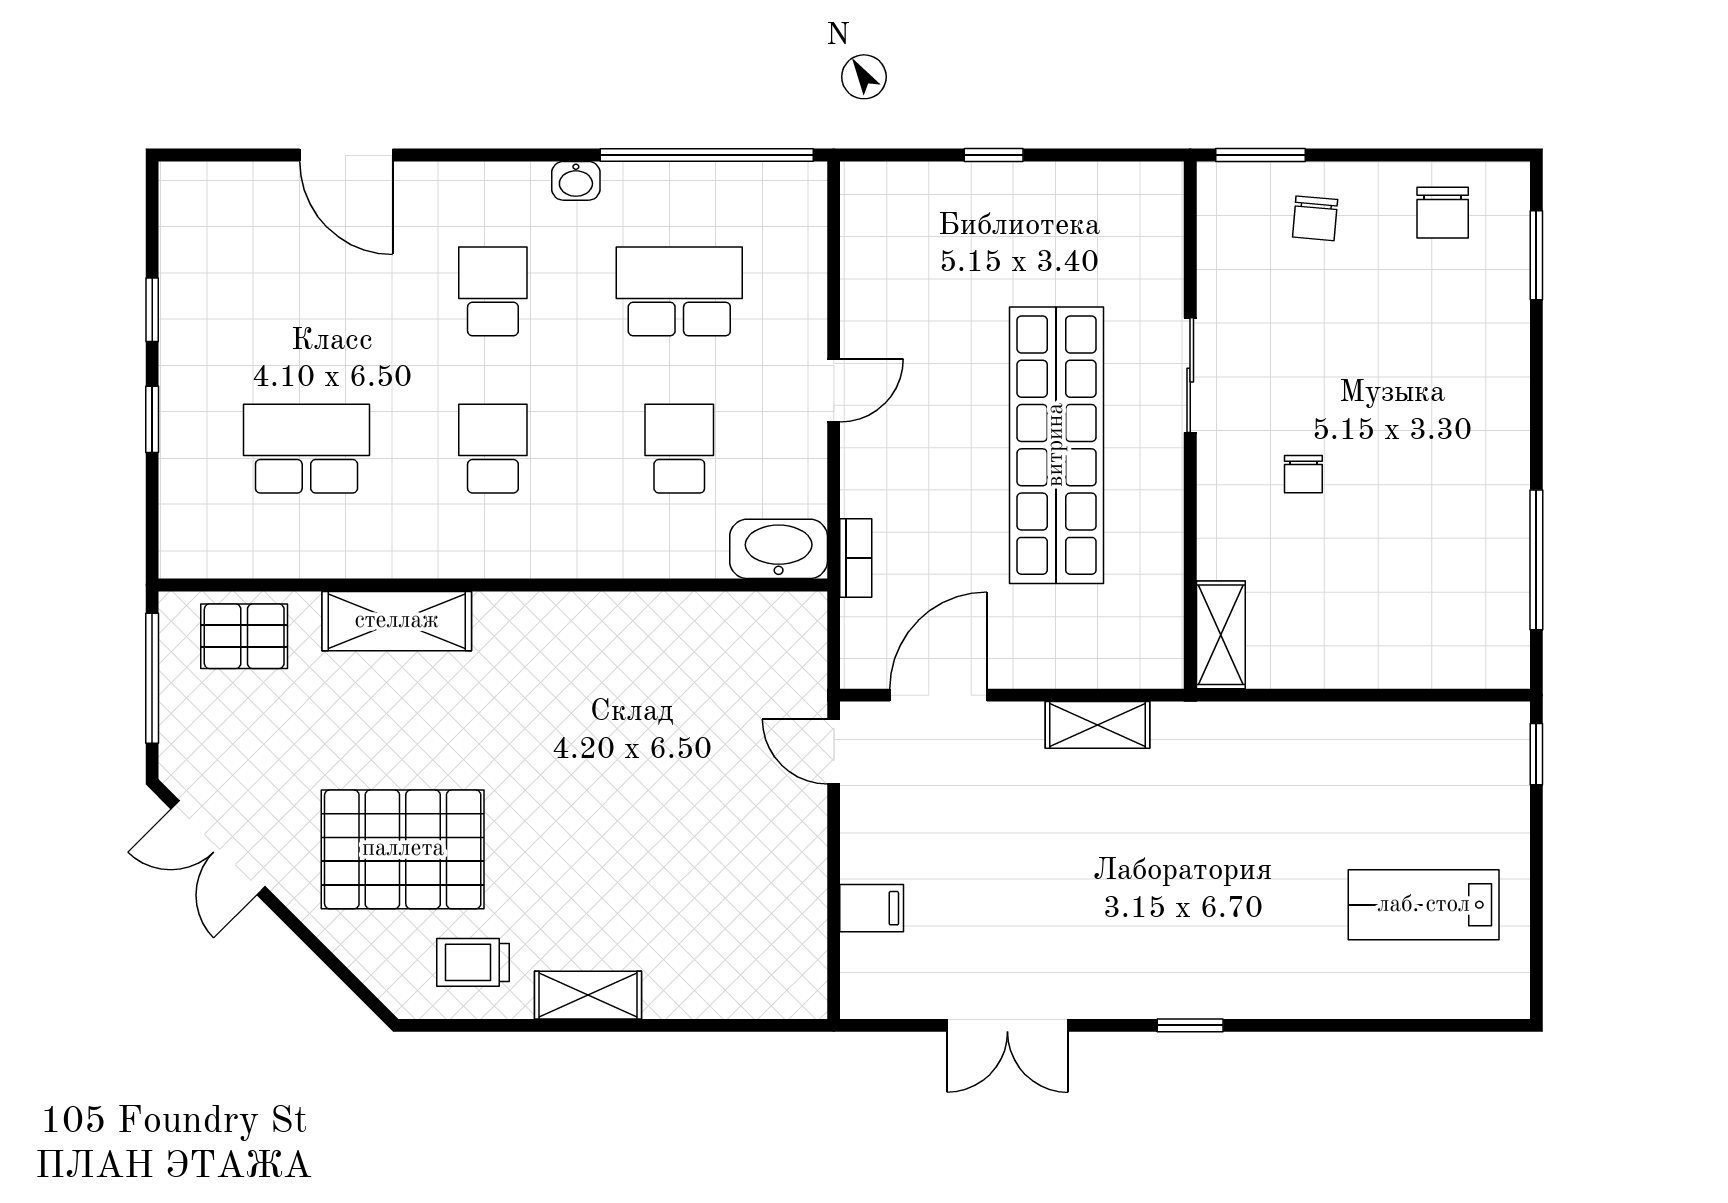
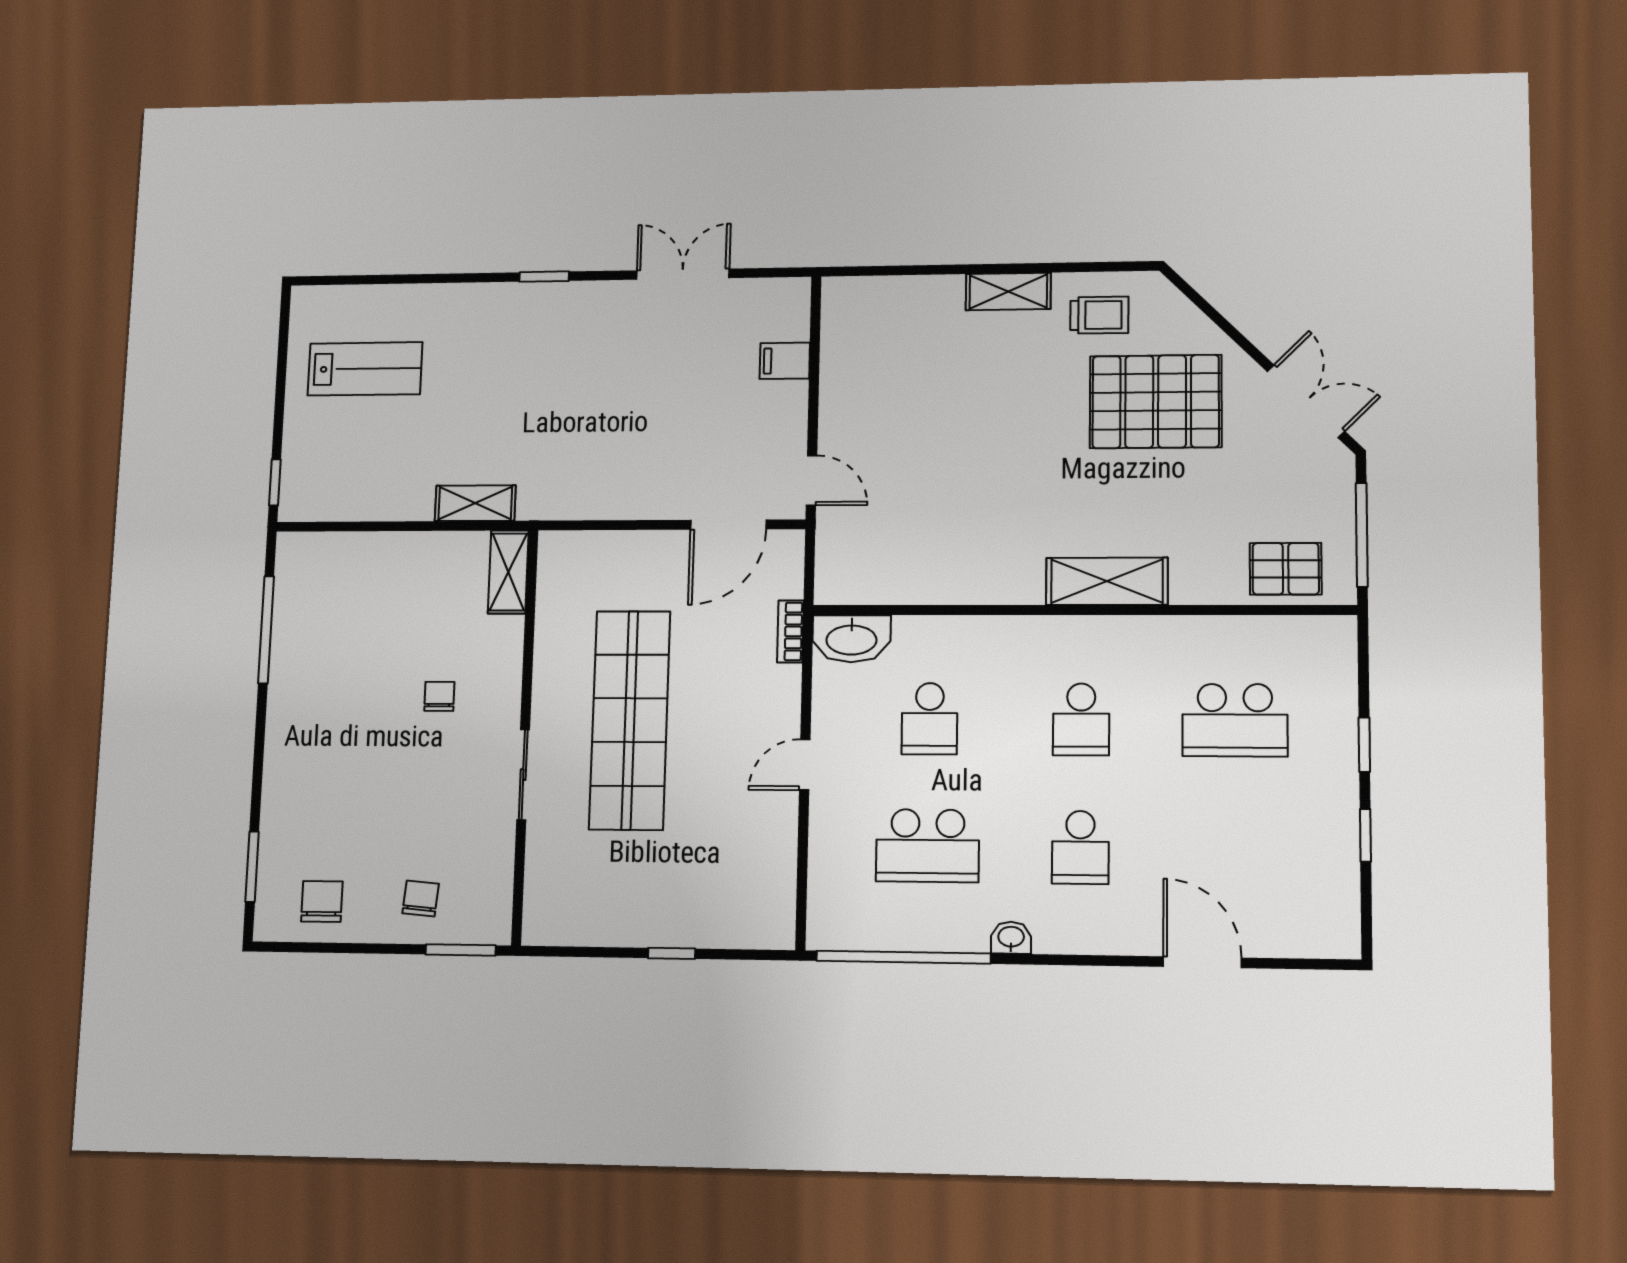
shelving: (397, 621) -> (1107, 581), moved
shelving: (1098, 725) -> (475, 503), moved

